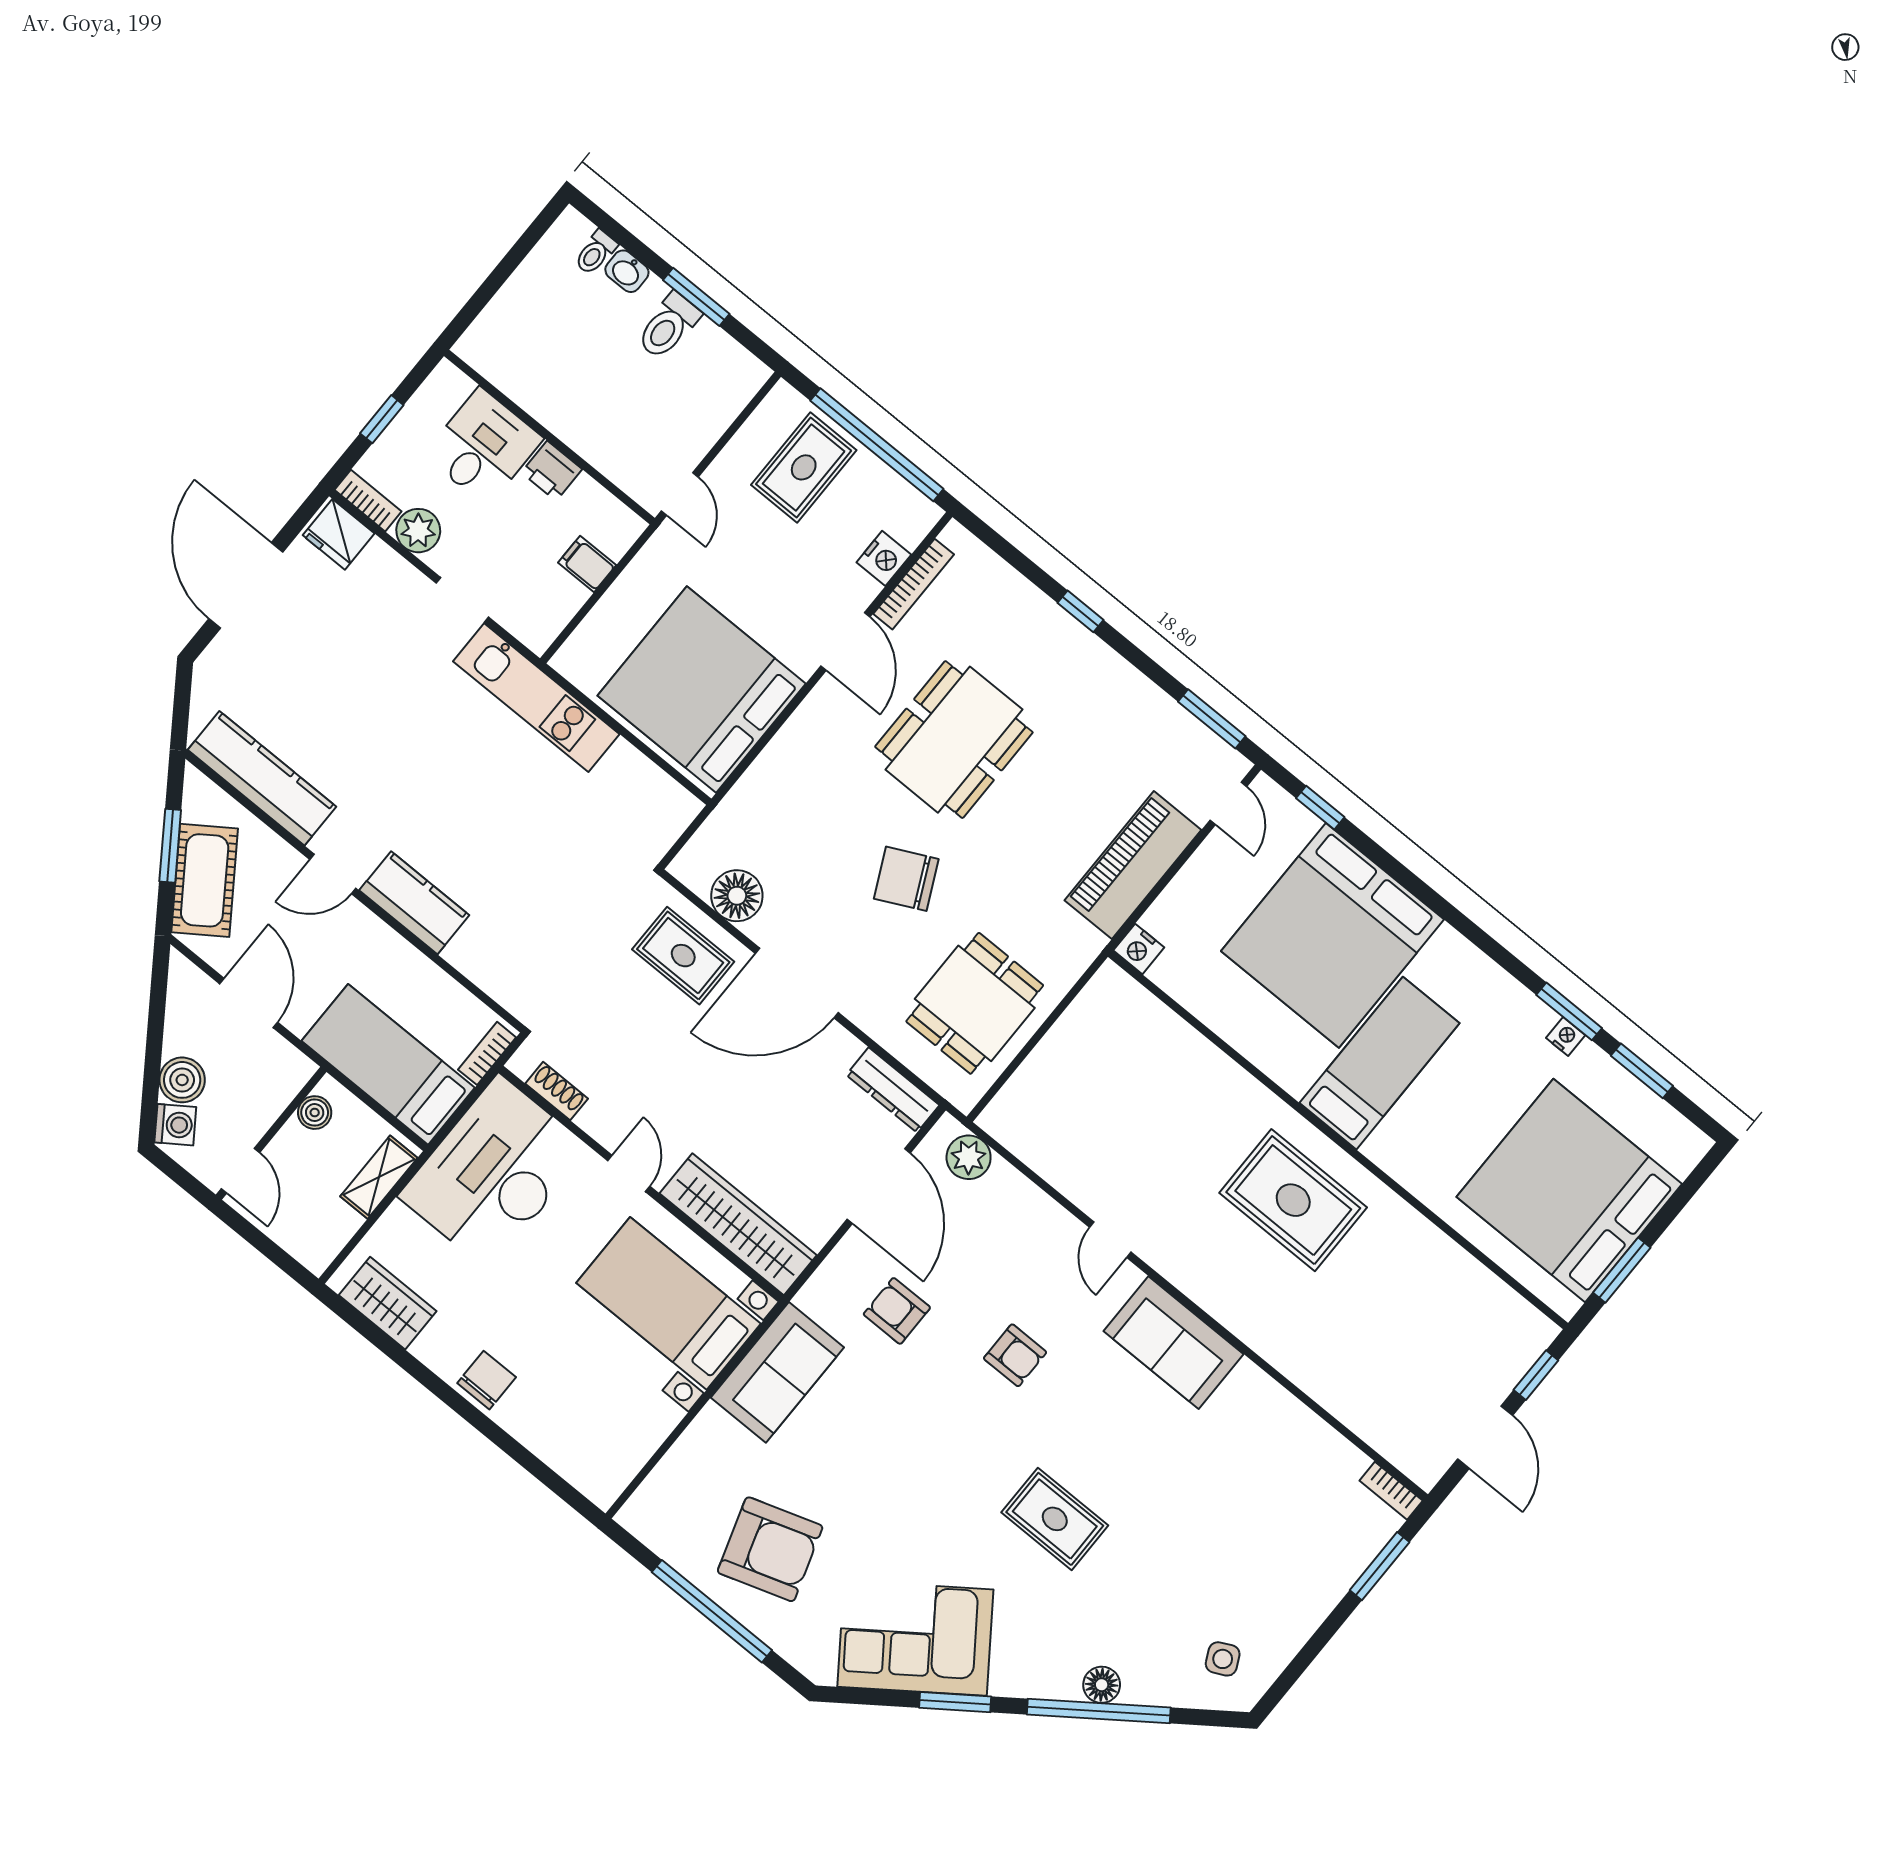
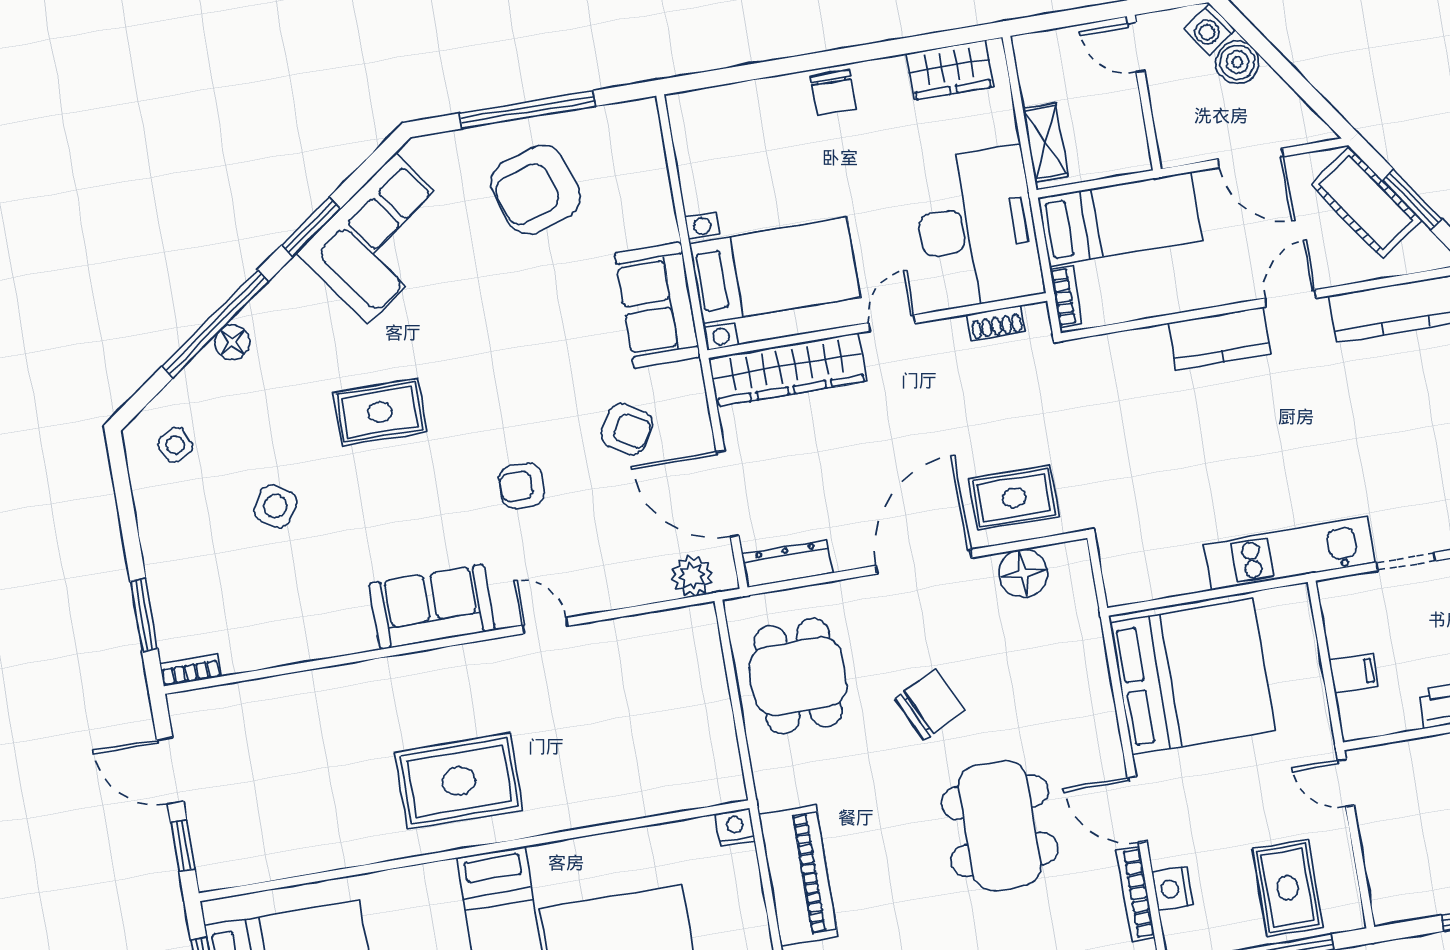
boiler: (315, 1113) -> (1131, 137), removed
door: (629, 1174) -> (892, 323), swing flipped
armchair: (897, 1311) -> (627, 429), turned 31
side table: (1202, 1537) -> (275, 506), added

